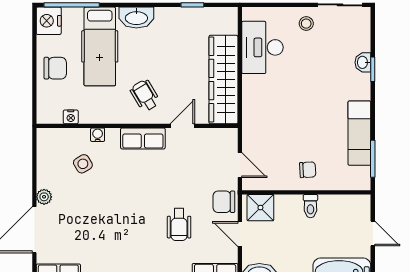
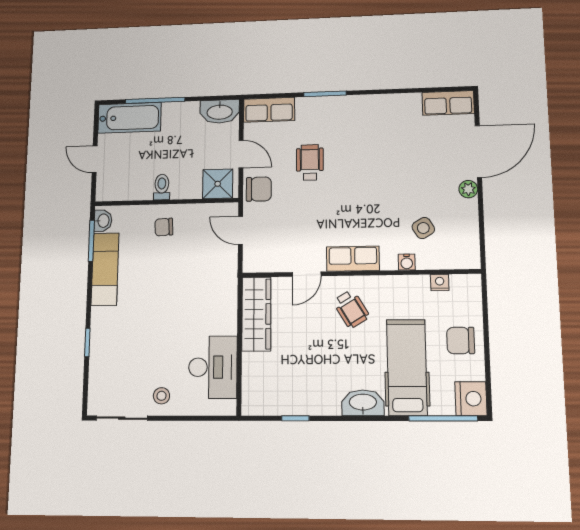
washbasin: (363, 62) -> (103, 221), moved
wardrobe: (223, 80) -> (256, 314), width x0.71, depth x0.85

